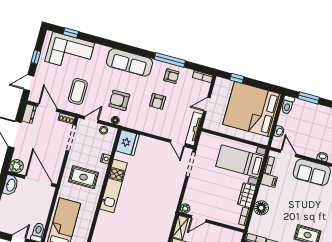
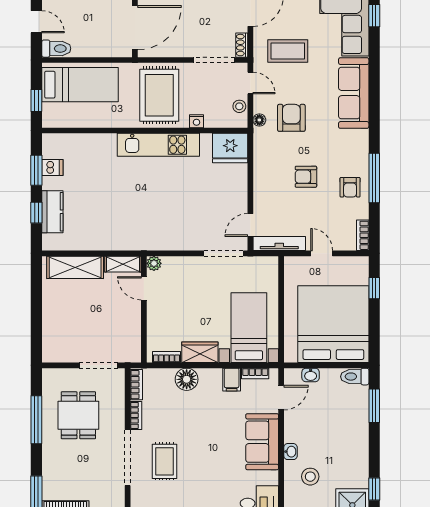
sofa: (129, 62) -> (354, 93), moved
rug: (83, 177) -> (159, 95), width x1.36, depth x1.43

